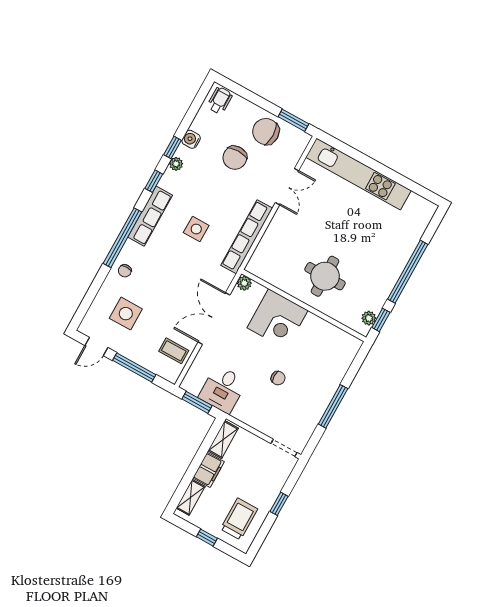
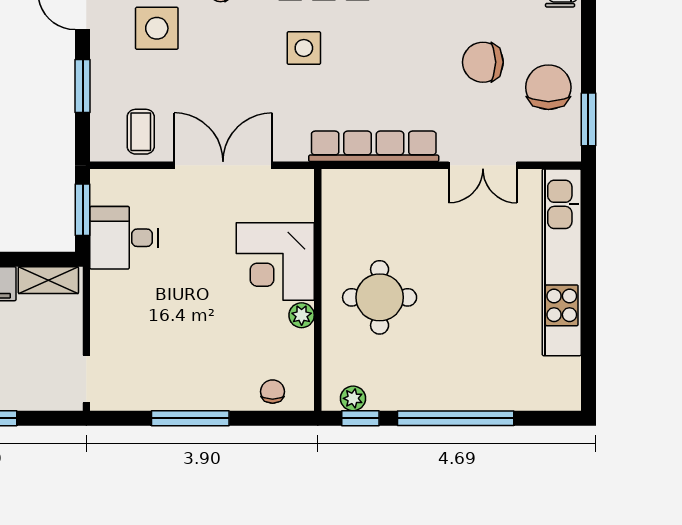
side table: (196, 229) -> (304, 48), moved
plant: (244, 283) -> (302, 315), moved
window: (134, 368) -> (83, 86), width x0.69
chair: (278, 378) -> (273, 392), moved, turned 180

